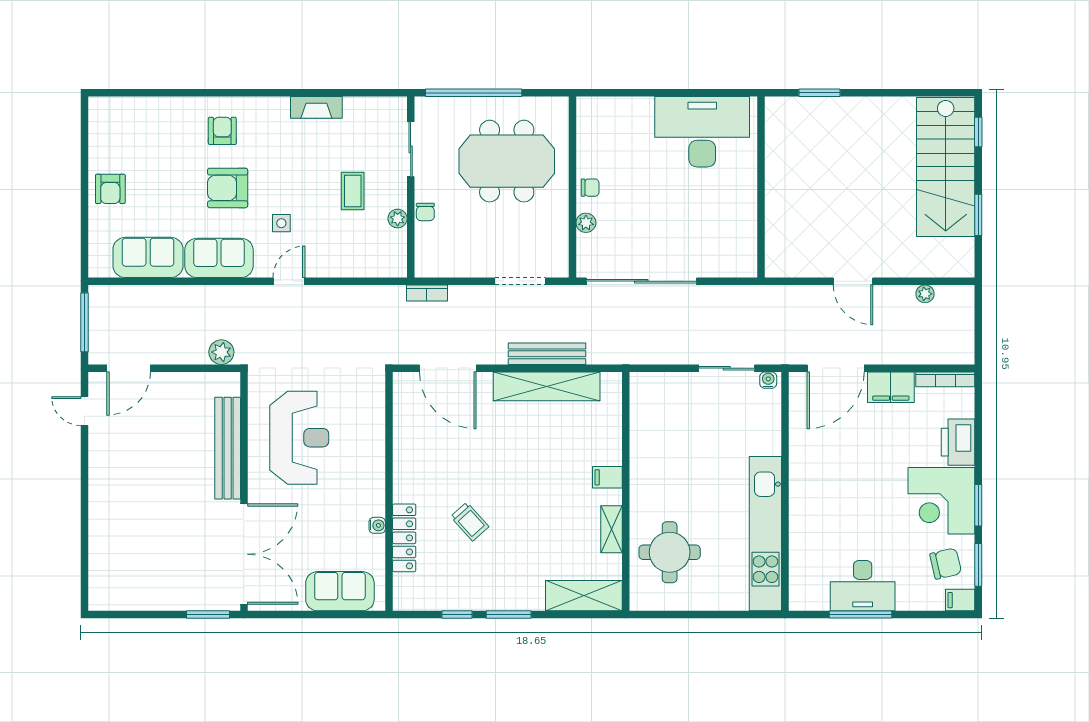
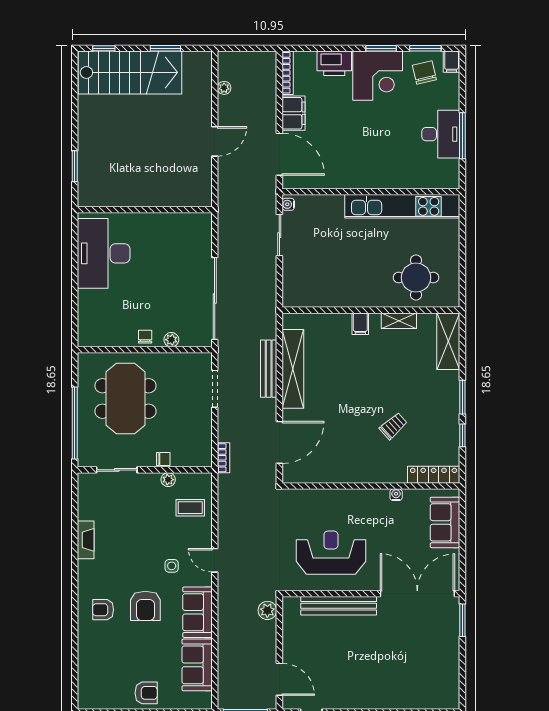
coffee table: (353, 191) -> (190, 508), moved
locker: (404, 538) -> (434, 475), moved

